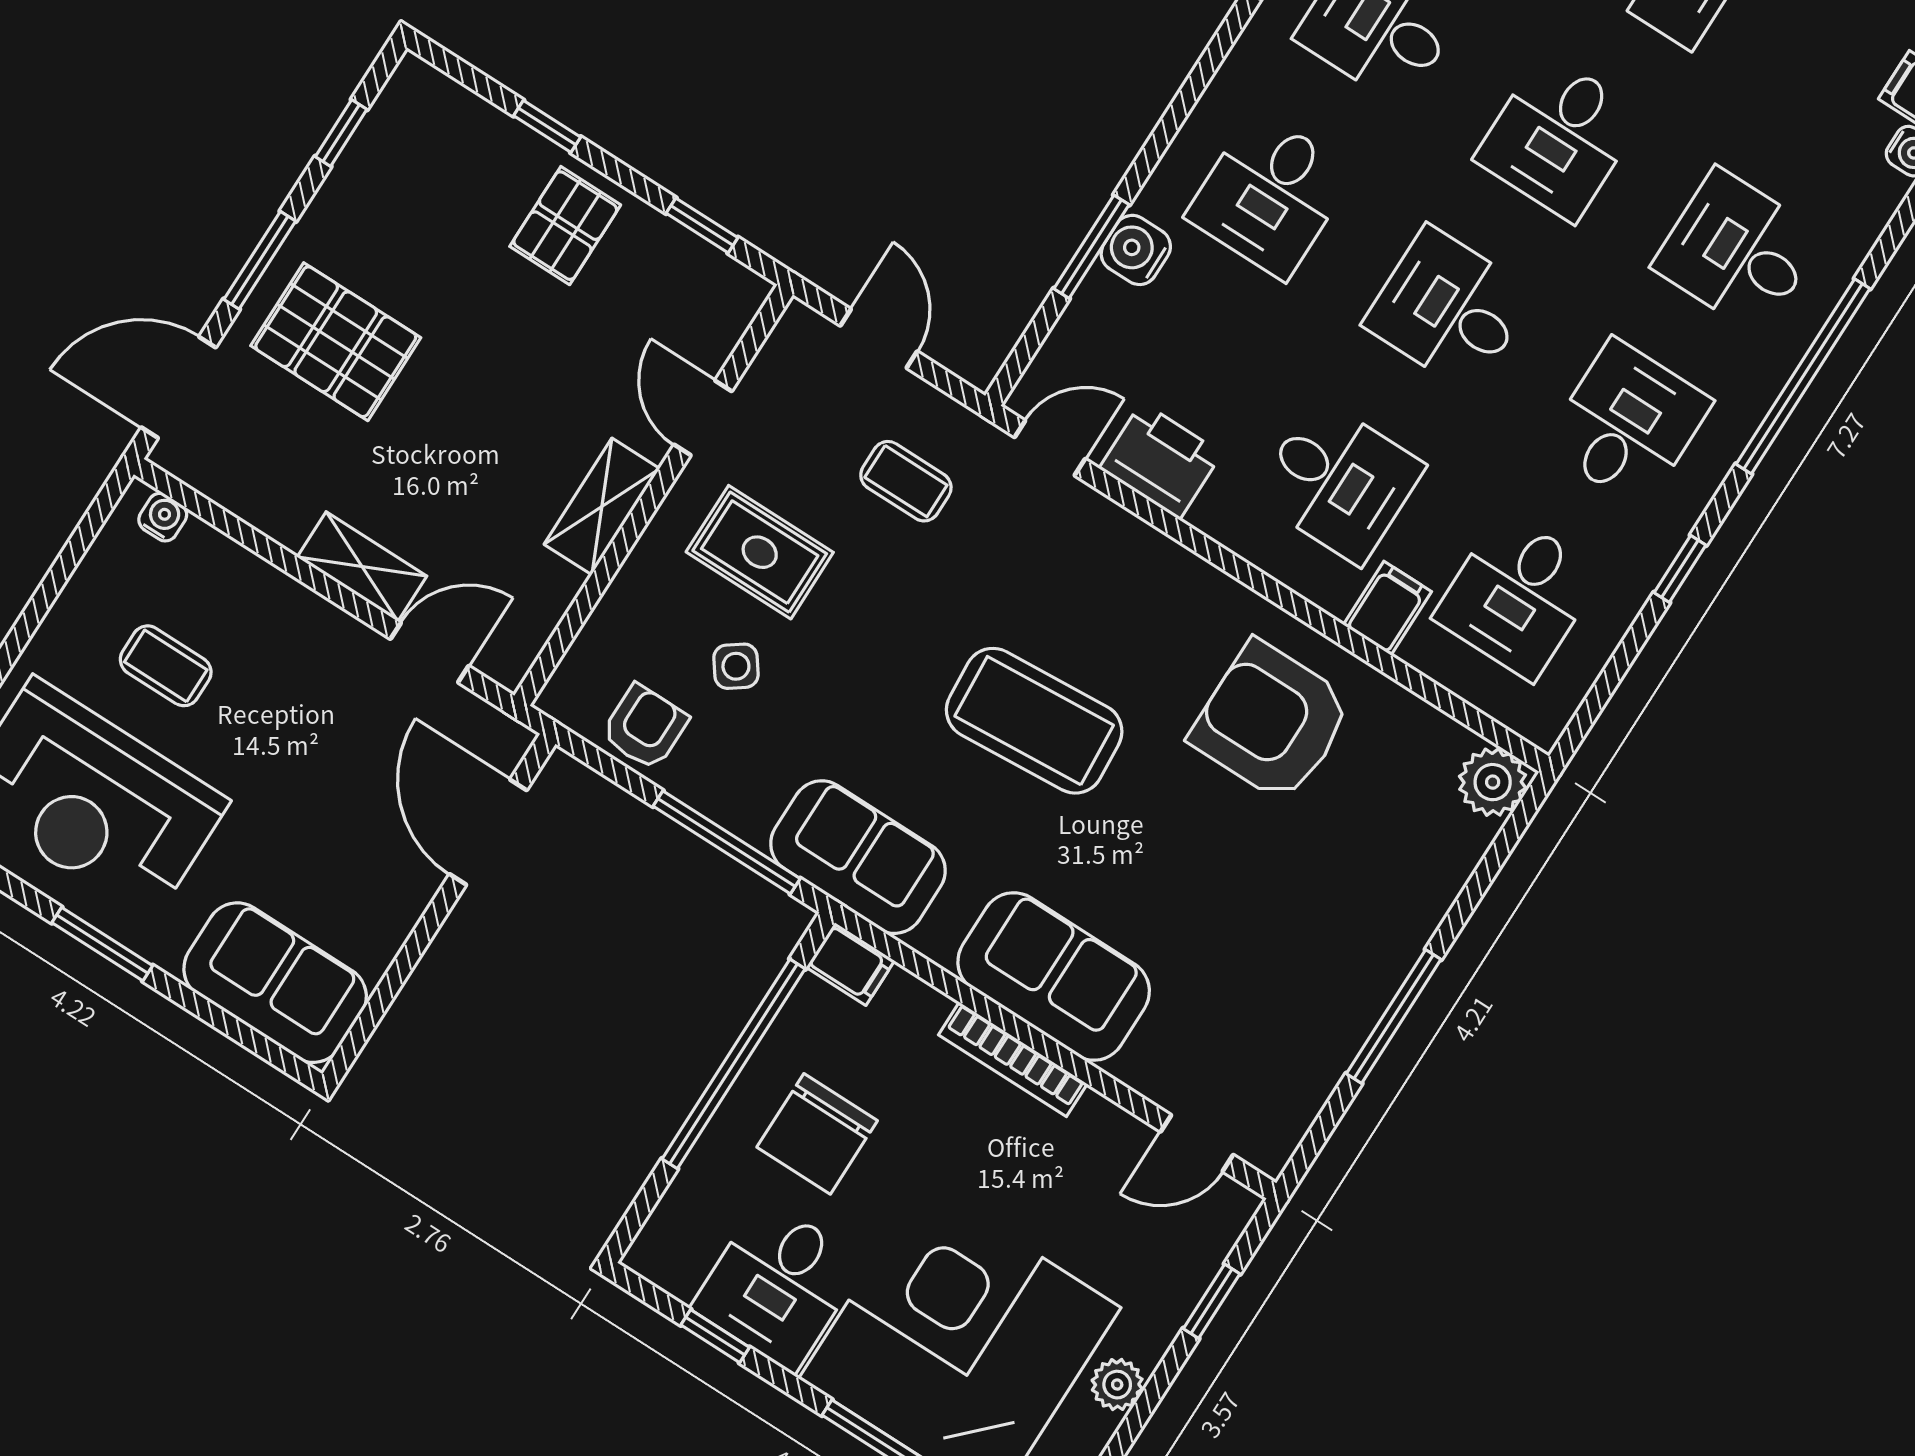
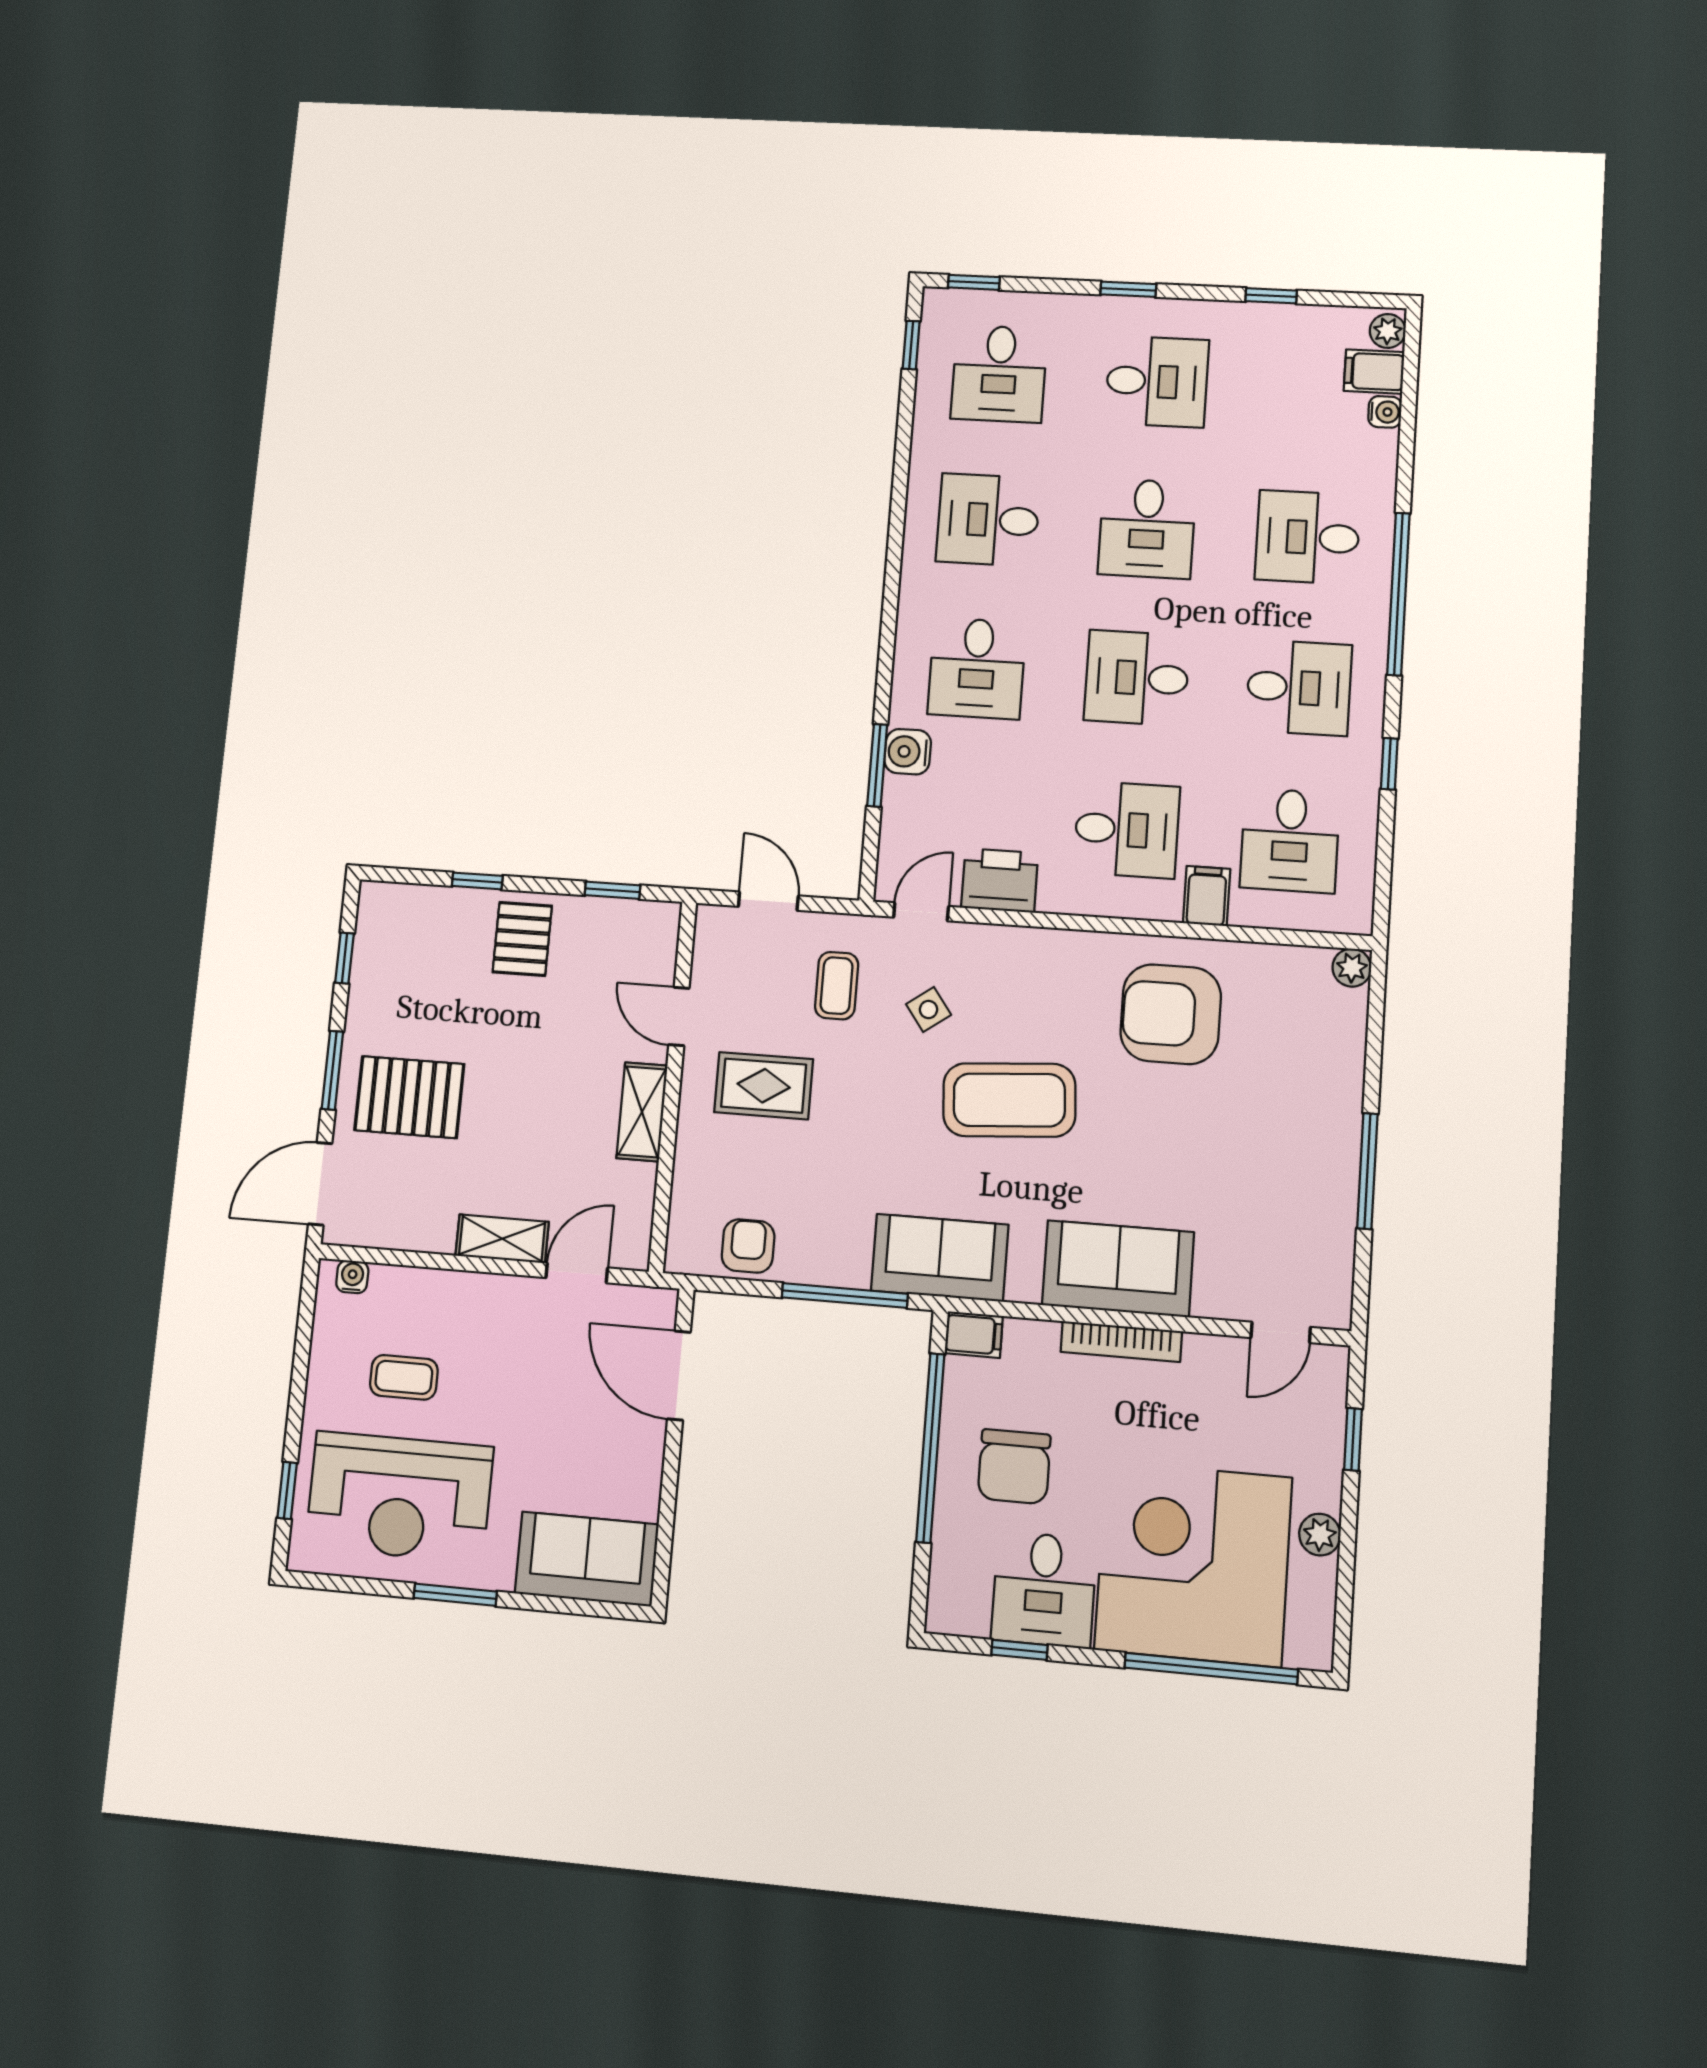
desk: (1628, 423) -> (1299, 688), turned 90
coffee table: (906, 481) -> (837, 986), turned 90
side table: (736, 666) -> (928, 1009), moved
plant: (1493, 782) -> (1352, 968), width x0.73, depth x0.73

